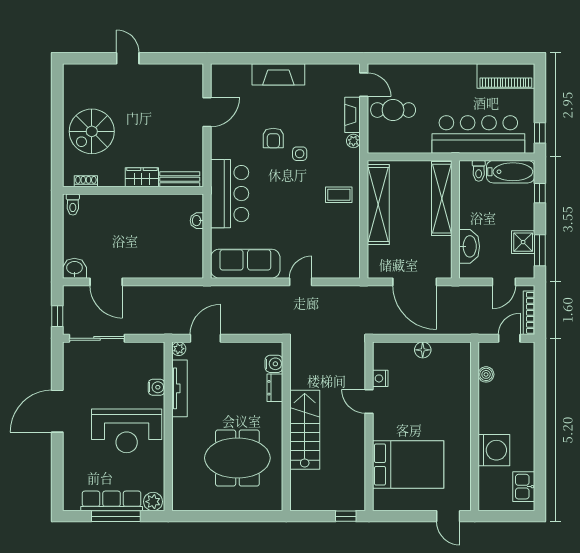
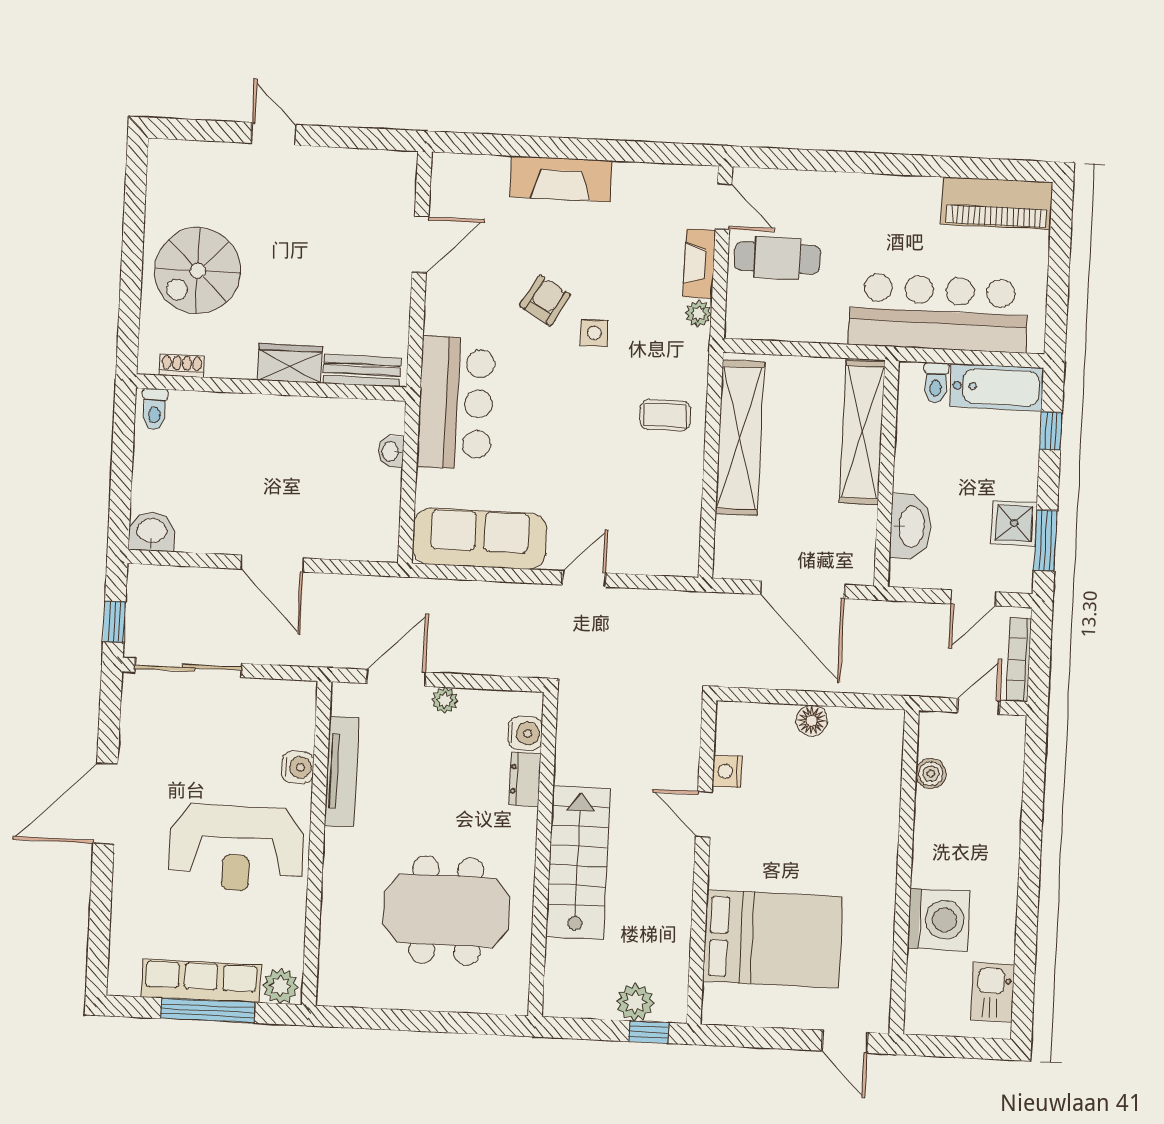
window: (540, 133) -> (1057, 316), removed
armchair: (273, 138) -> (545, 300), turned -150
door: (106, 282) -> (272, 564), moved
plant: (179, 349) -> (445, 700), moved
plant: (338, 501) -> (635, 1002), added

